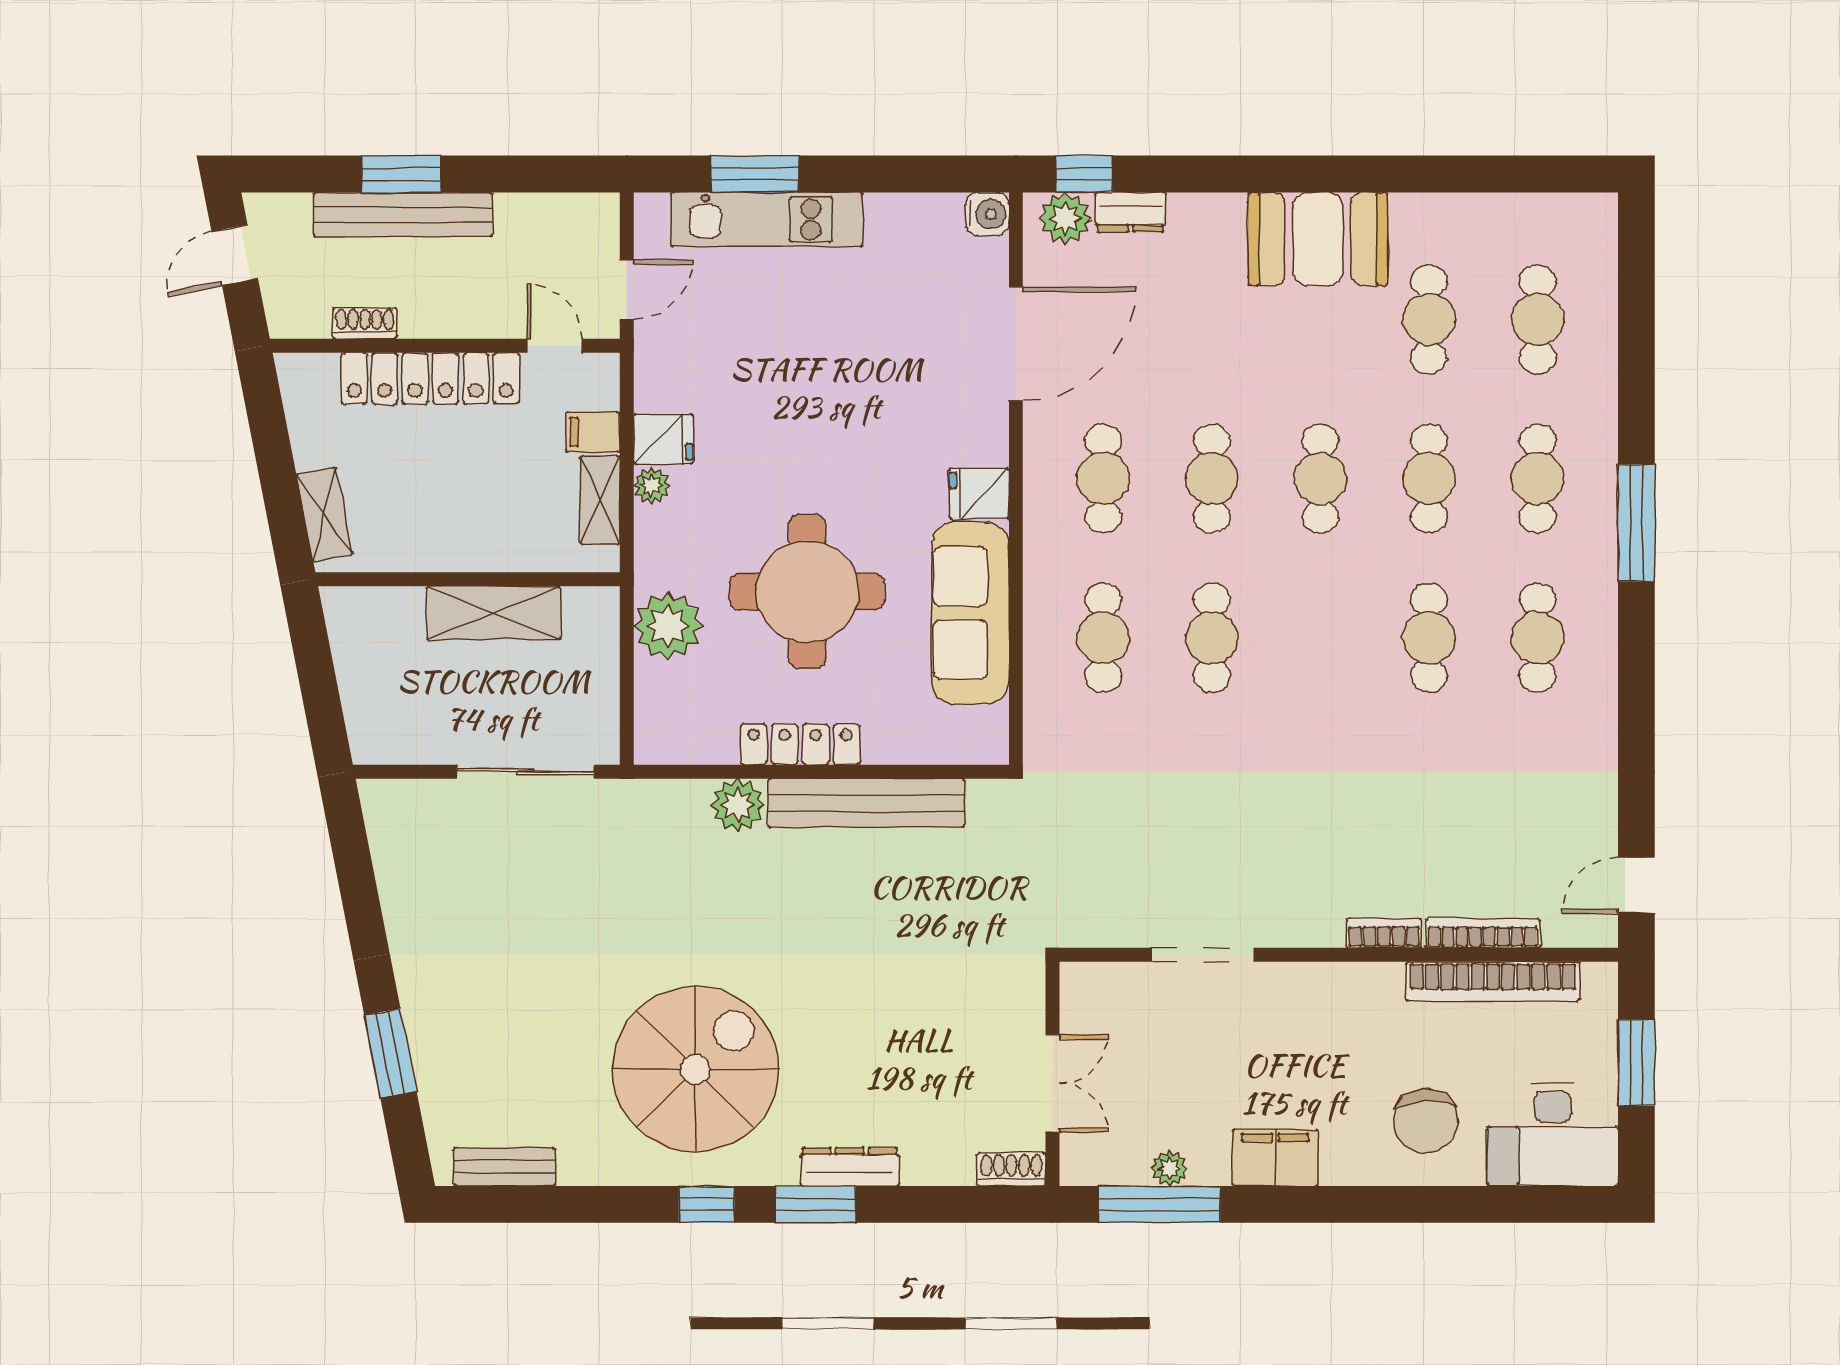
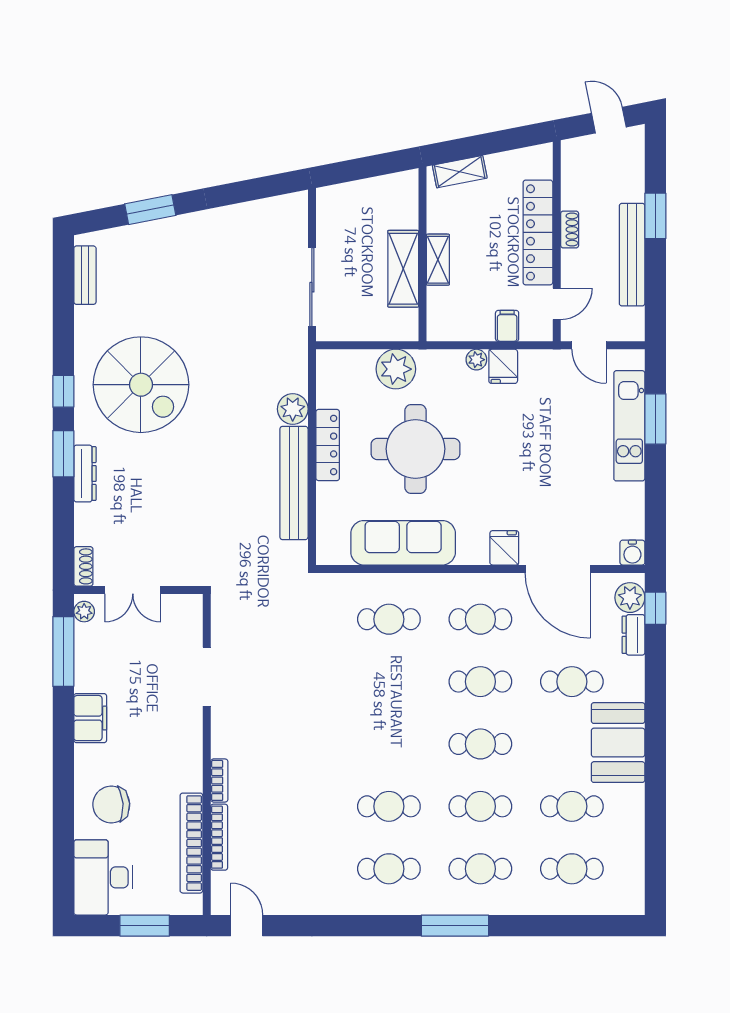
bench: (403, 215) -> (632, 255), moved
shoe rack: (365, 323) -> (570, 230), moved
fridge: (979, 493) -> (504, 548), moved
shelving: (600, 500) -> (438, 260), moved, turned 90
cafe table: (1212, 638) -> (572, 682), moved
plant: (1169, 1168) -> (84, 612), moved

